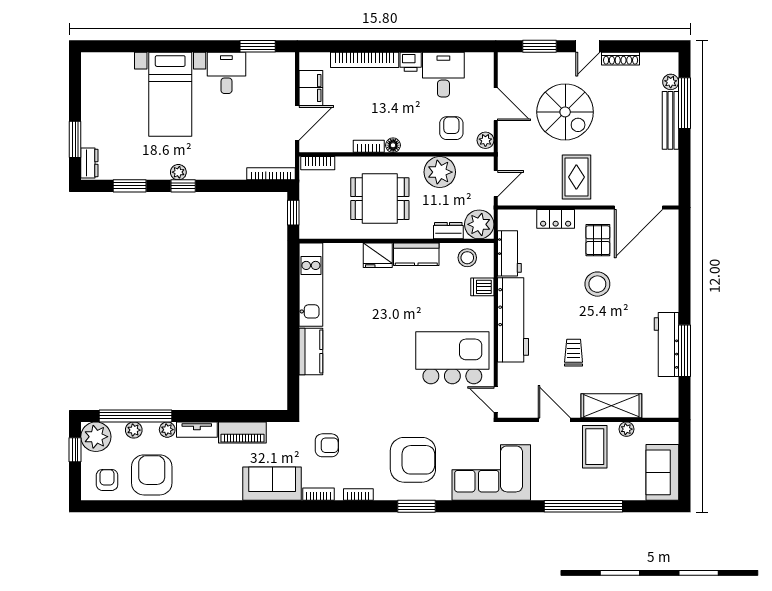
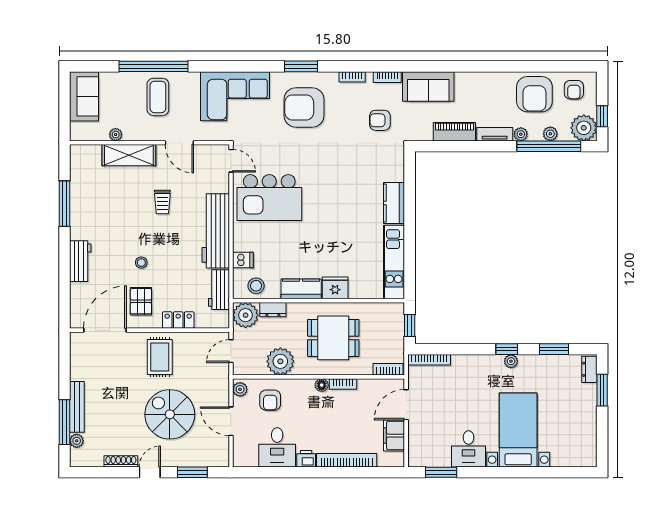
stool: (597, 284) -> (141, 263), width x0.53, depth x0.53
workbench: (667, 344) -> (80, 261), moved, width x0.73
coffee table: (595, 447) -> (158, 97), moved

